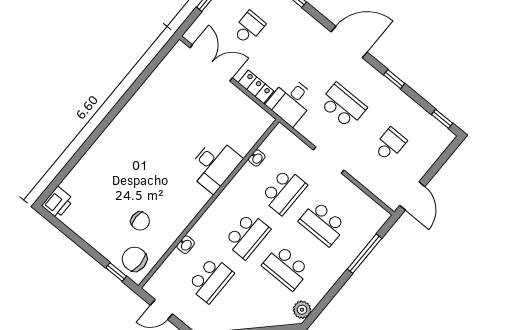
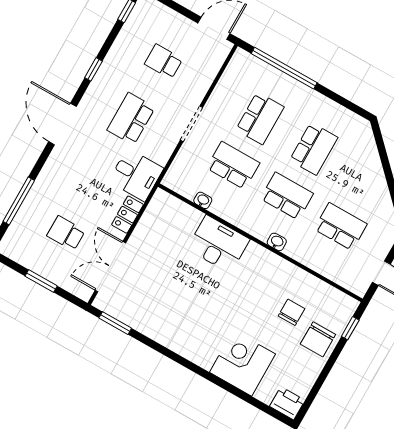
window: (159, 58) -> (115, 323), added
corner desk: (102, 168) -> (242, 363), added
washbasin: (186, 245) -> (277, 242), moved
window: (364, 254) -> (284, 68), width x1.46
chair: (135, 259) -> (318, 339), moved
plant: (302, 310) -> (355, 124), removed

